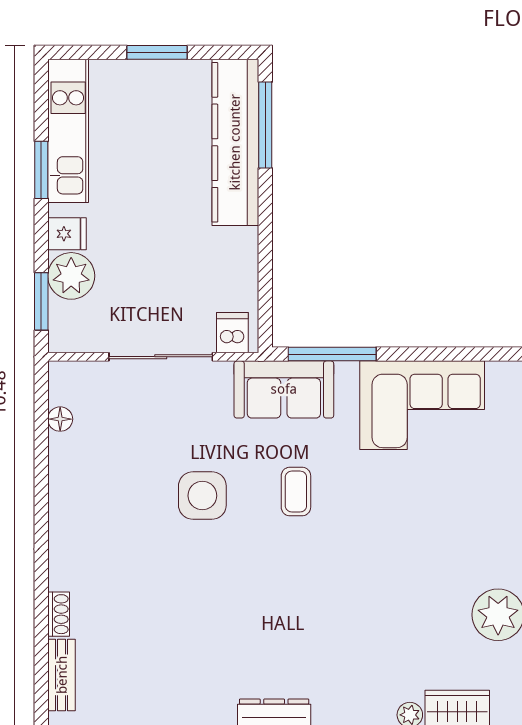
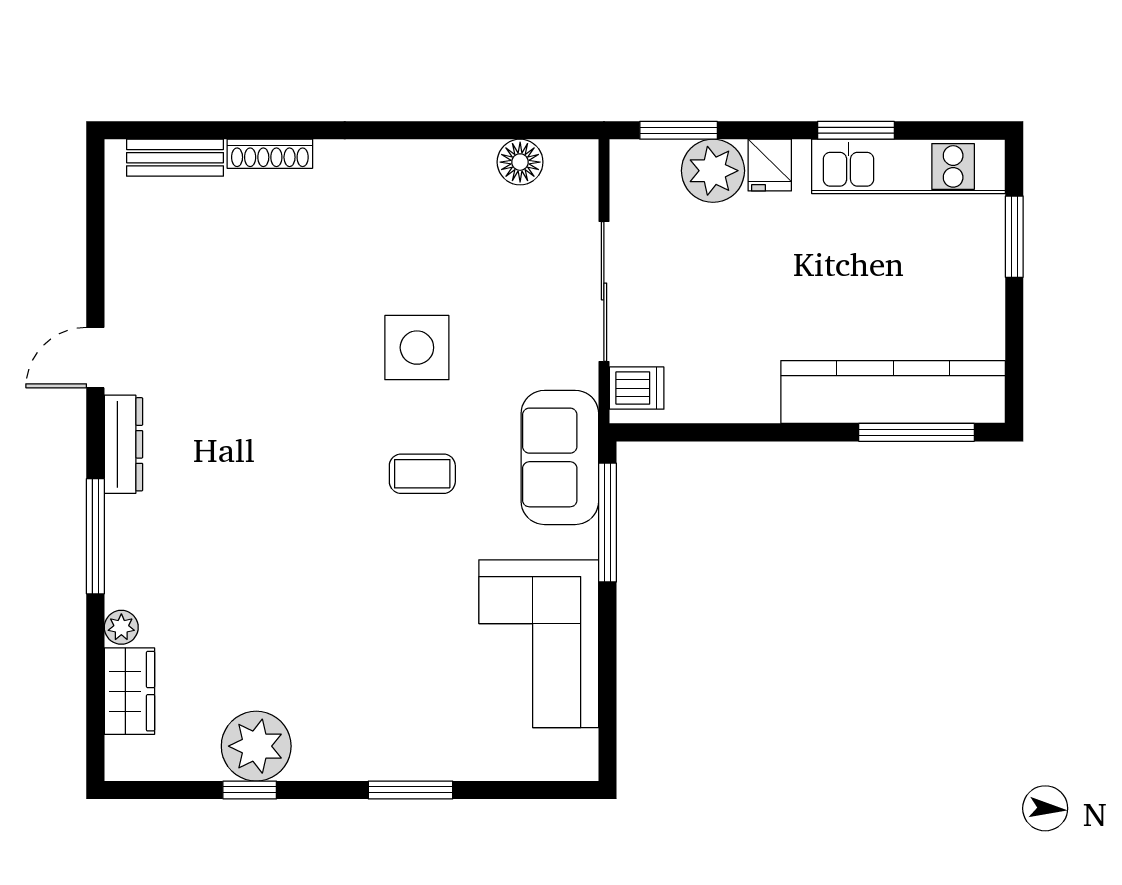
window: (157, 52) -> (1014, 237), moved
floor lamp: (60, 419) -> (520, 162), width x1.37, depth x1.37
shoe rack: (59, 614) -> (270, 154), width x1.43

